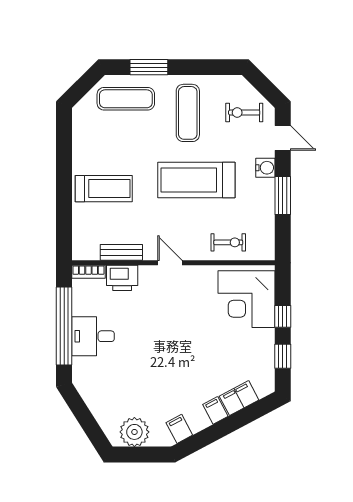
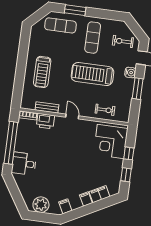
treadmill: (104, 189) -> (42, 72), turned 90
desk: (93, 336) -> (24, 164), moved

